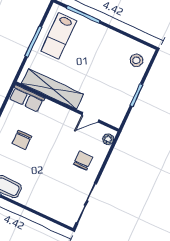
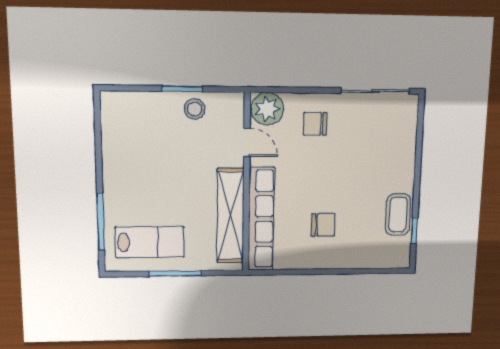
stool: (136, 60) -> (195, 109), moved
row of seats: (27, 98) -> (261, 219), width x2.02
plant: (108, 139) -> (267, 109), width x1.88, depth x1.88

